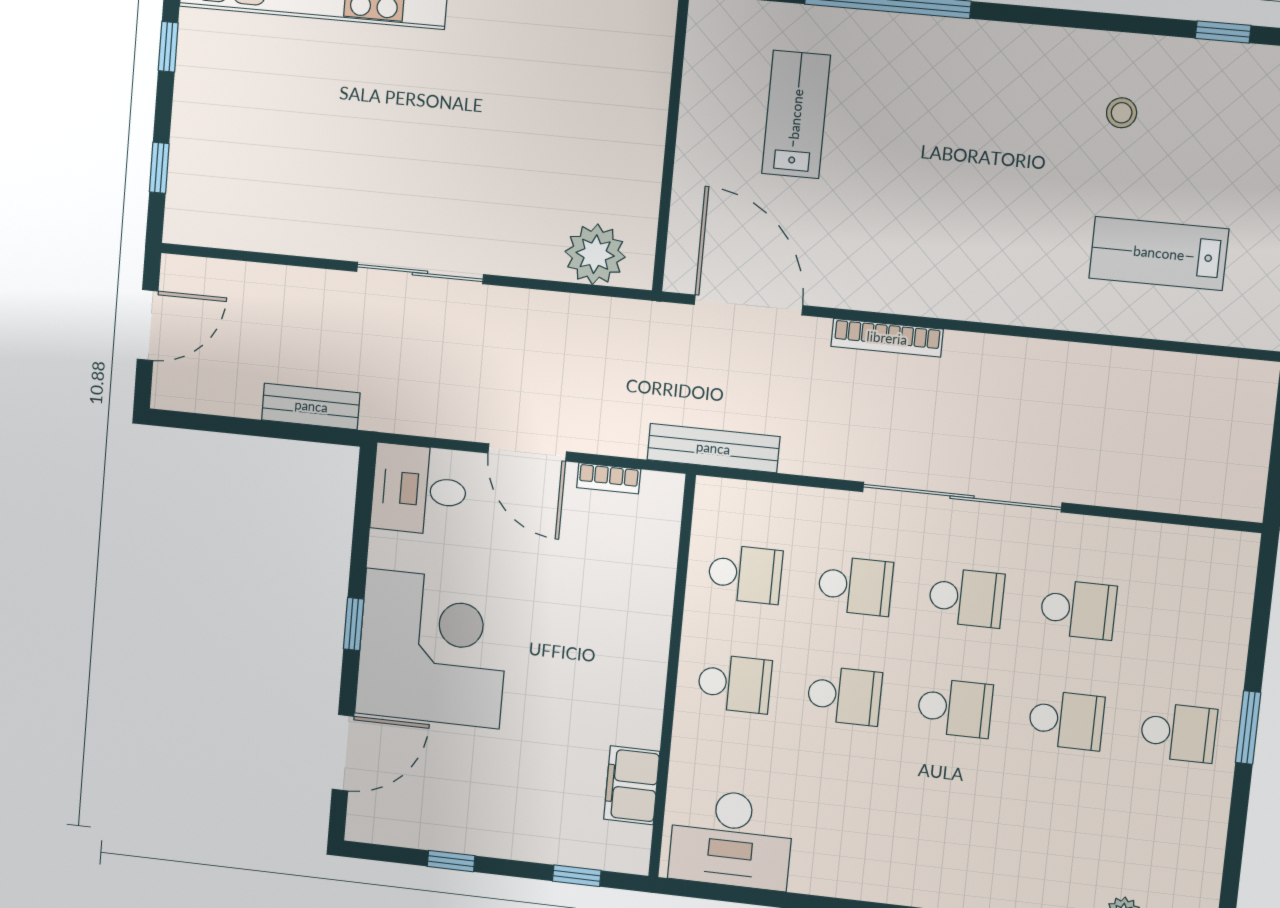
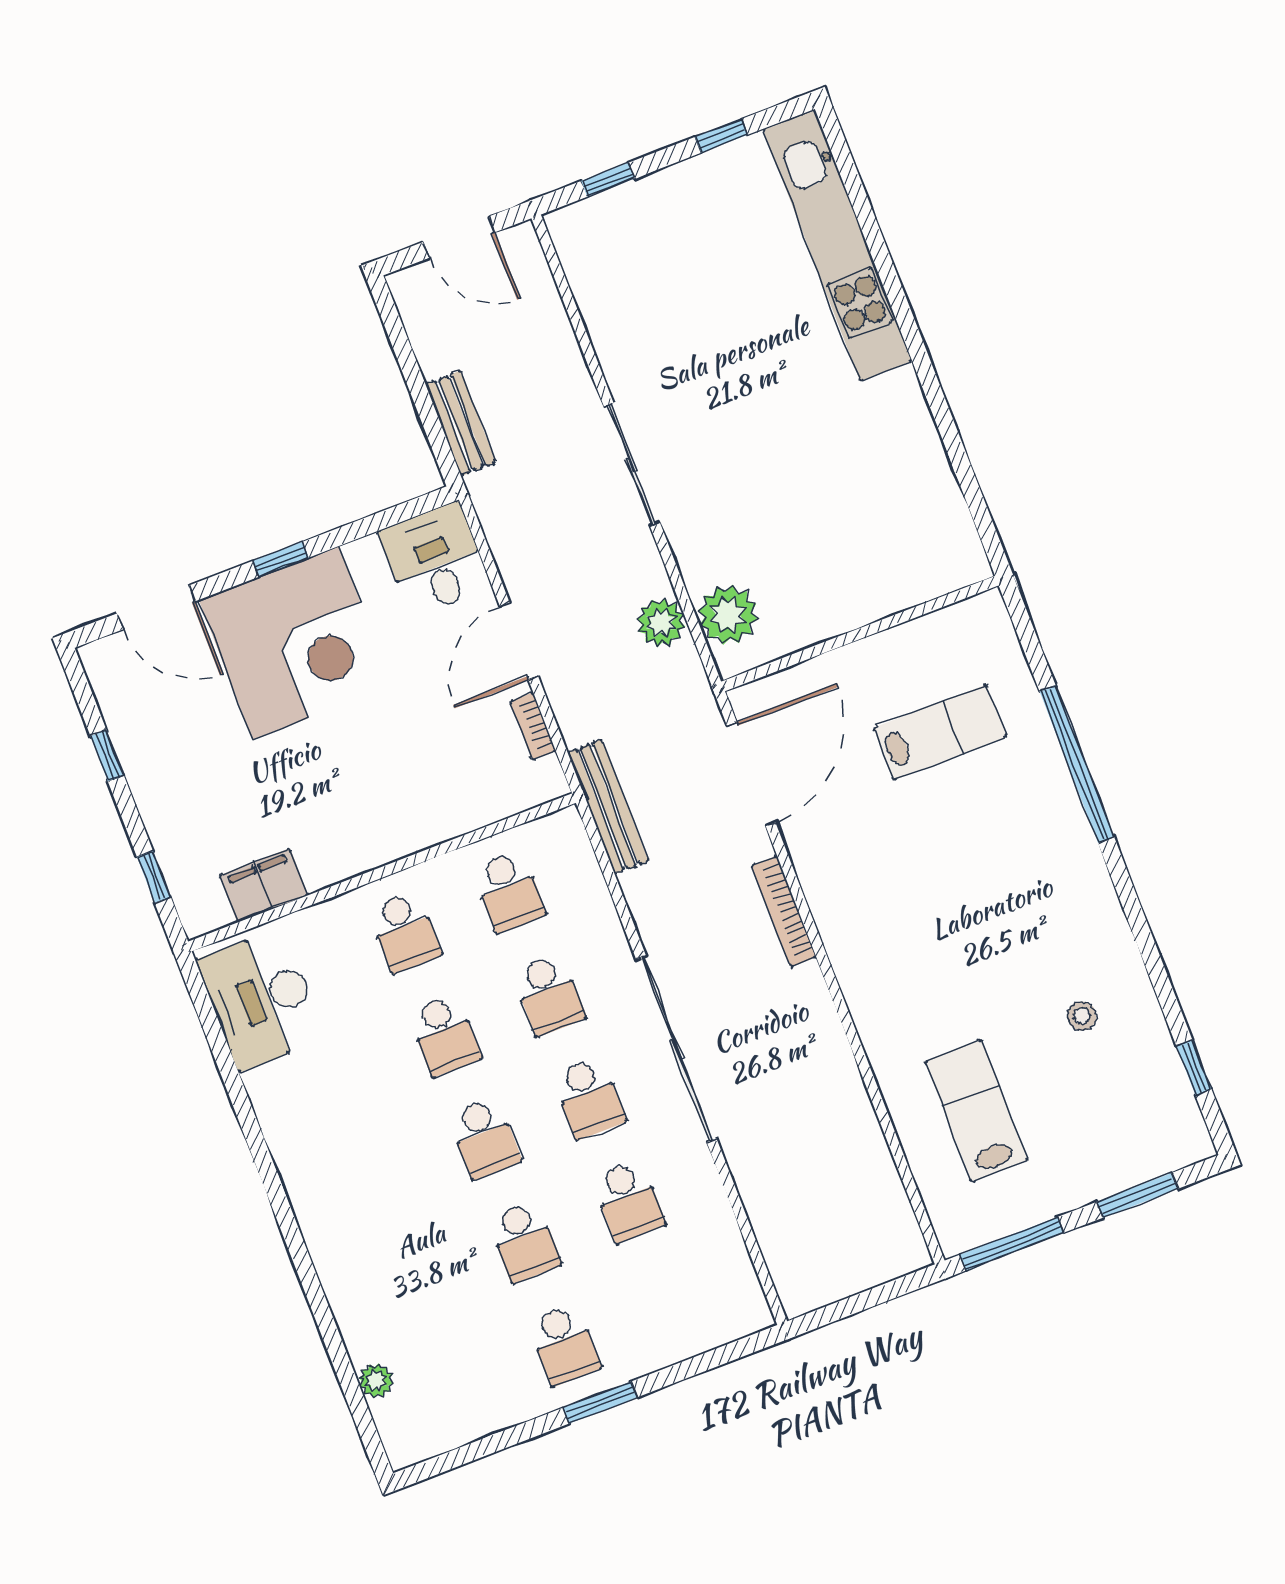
plant: (573, 318) -> (661, 623), added

